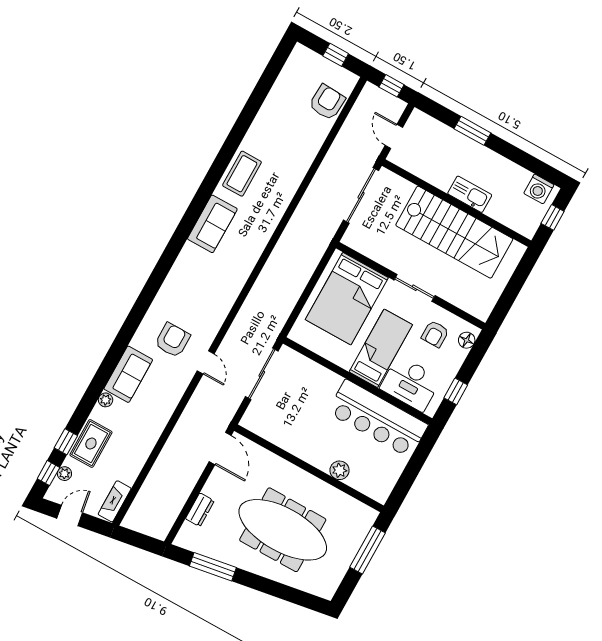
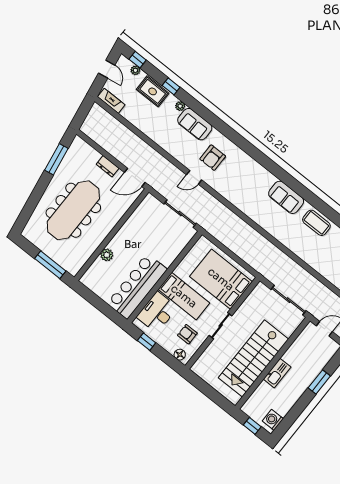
armchair: (172, 340) -> (213, 158), turned 90
window: (66, 442) -> (171, 86), moved
dresser: (200, 510) -> (108, 166), moved

